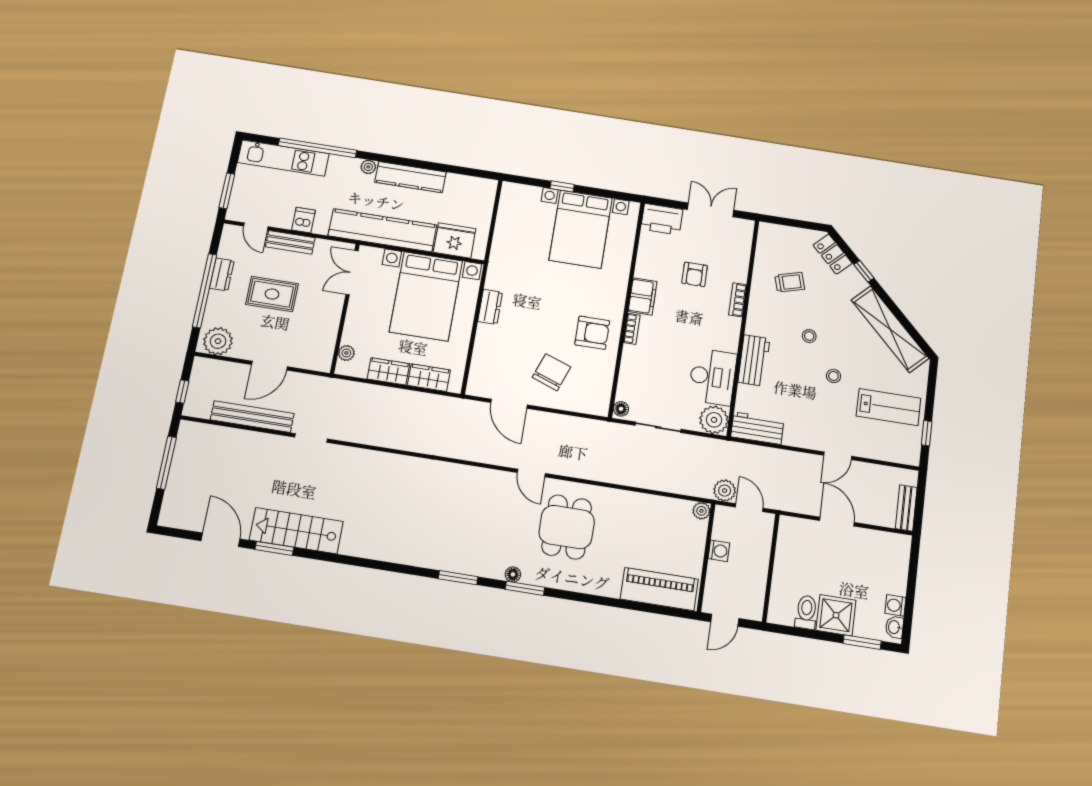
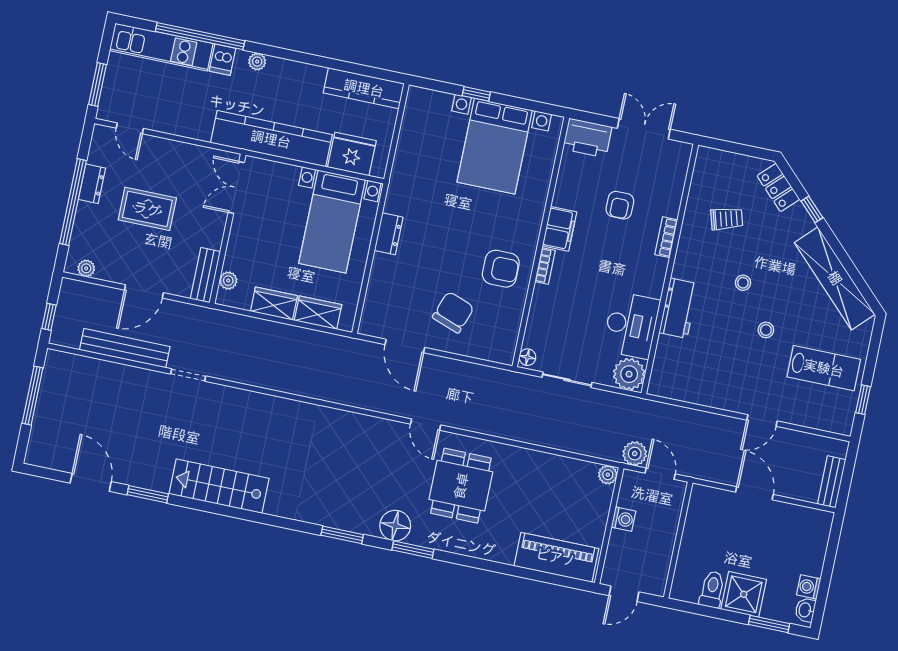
kitchen counter: (410, 177) -> (364, 88), moved
dishwasher: (303, 220) -> (223, 60), moved, turned 180
bench: (290, 242) -> (205, 275), moved, turned 90
bed with nightstands: (426, 296) -> (332, 222), width x0.73
plant: (218, 341) -> (86, 268), width x0.53, depth x0.53
workbench: (757, 428) -> (676, 386), removed
stairs: (296, 531) -> (219, 486), moved
floor lamp: (513, 574) -> (395, 526), width x1.89, depth x1.89

